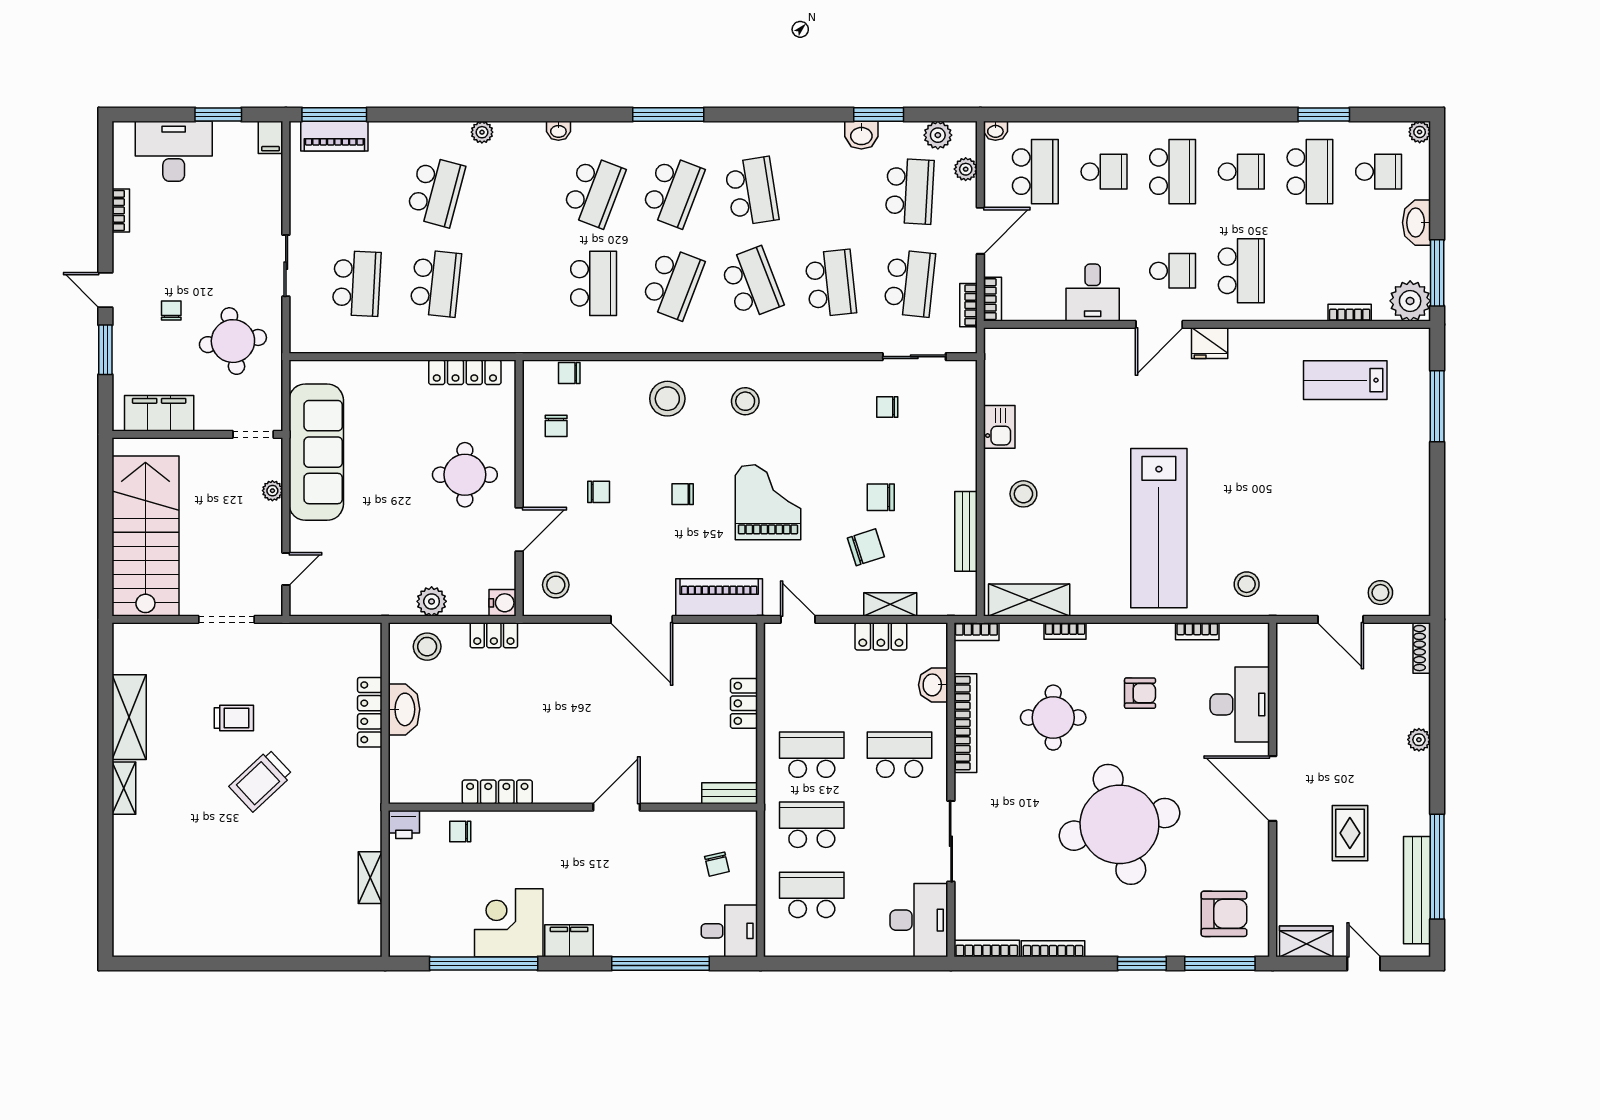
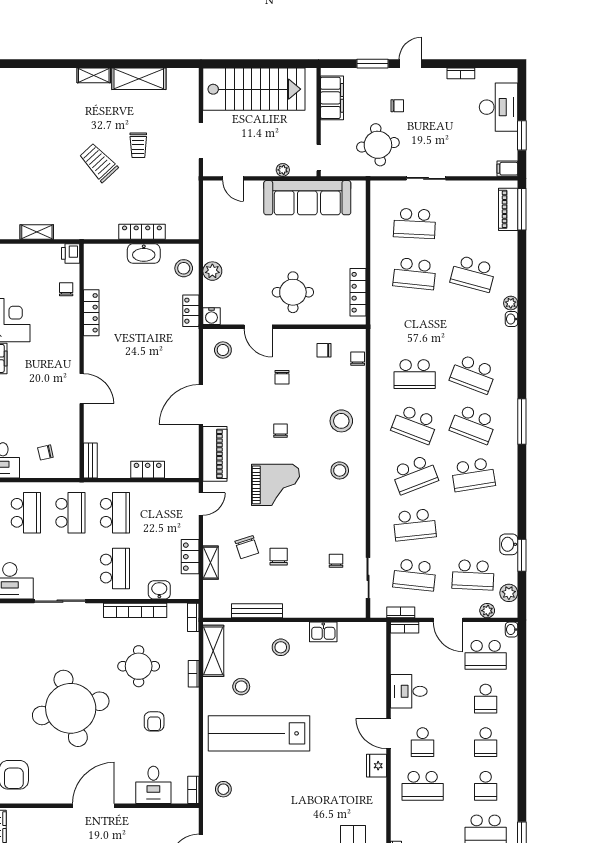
washbasin: (558, 131) -> (512, 319), moved
school desk: (1173, 172) -> (486, 742), width x0.54
stool: (1085, 556) -> (241, 687), added
bookcase: (1197, 631) -> (193, 790), moved
desk: (1240, 704) -> (153, 785), width x0.73

